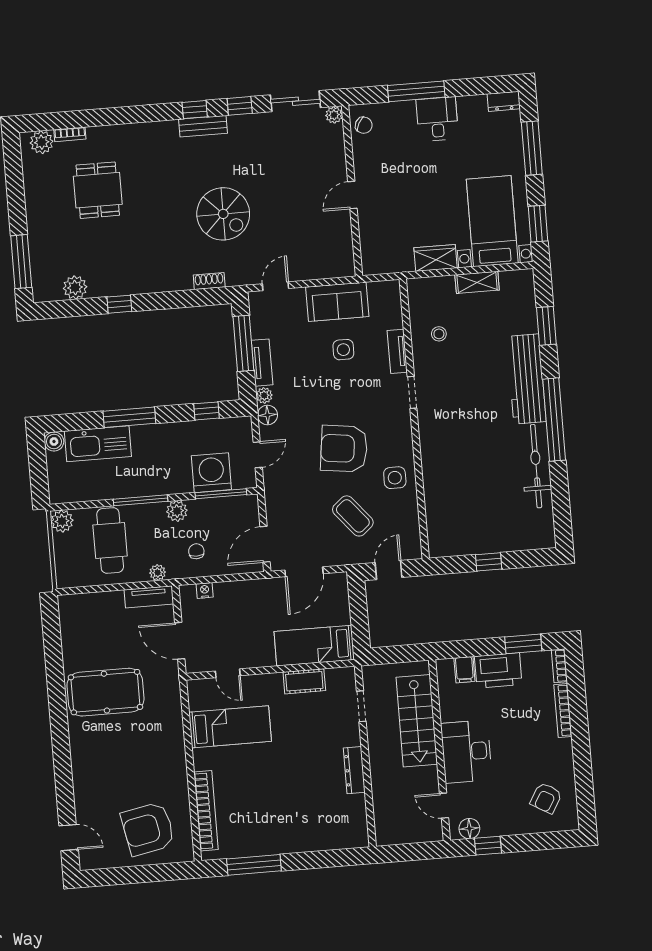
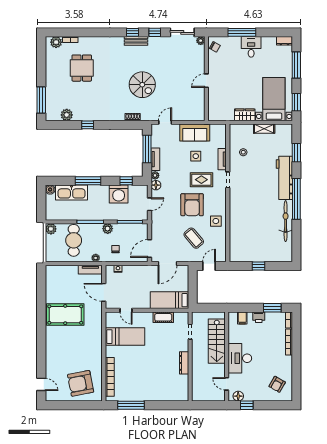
rug: (359, 396) -> (201, 180), added
armchair: (344, 449) -> (192, 205), turned -97
washing machine: (211, 473) -> (119, 194), moved, turned 180
printer: (498, 670) -> (259, 317), width x0.53, depth x0.68

